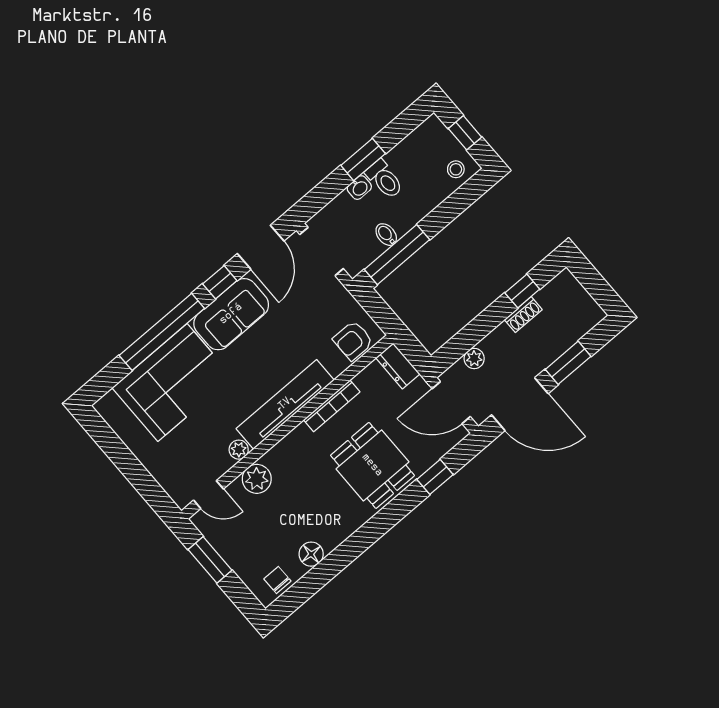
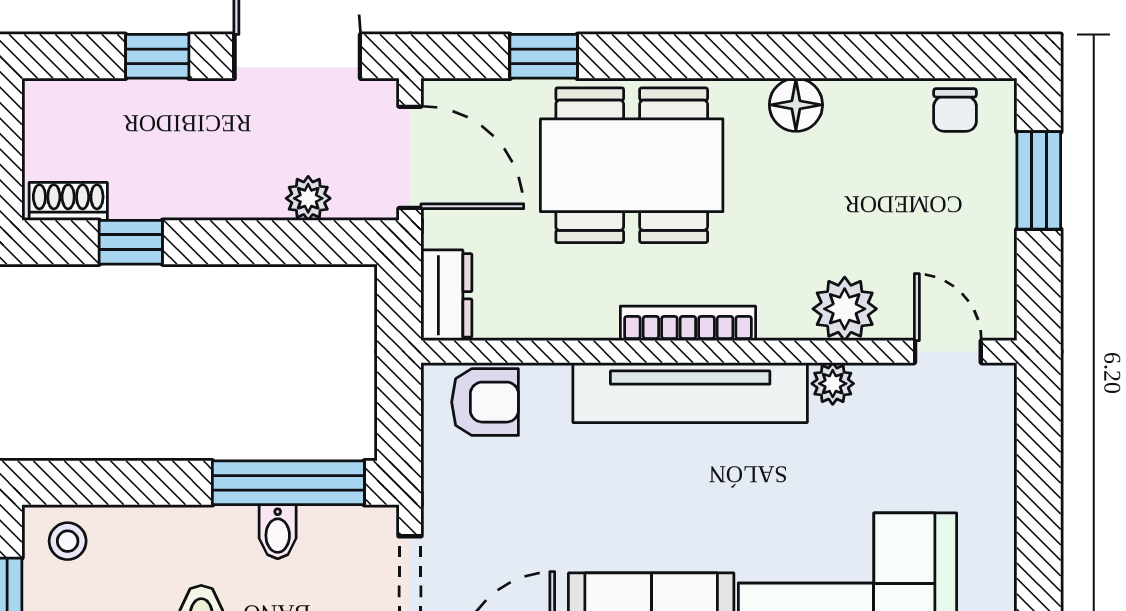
shoe rack: (523, 315) -> (68, 201), moved
window: (568, 363) -> (157, 56), width x0.67
bookcase: (332, 406) -> (688, 323), moved
dining table: (372, 465) -> (632, 165), width x1.37
floor lamp: (311, 554) -> (796, 105), moved
window: (210, 560) -> (1039, 180), moved

